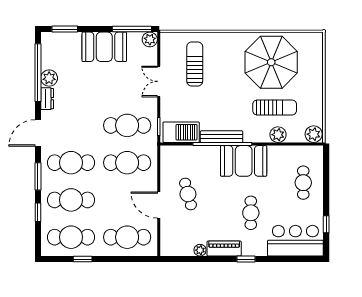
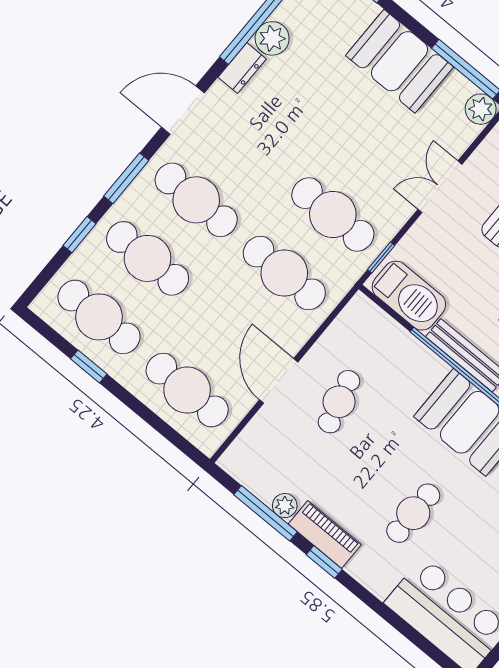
window: (195, 259) -> (266, 513), added
window: (246, 259) -> (324, 562), moved

